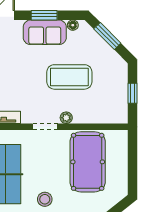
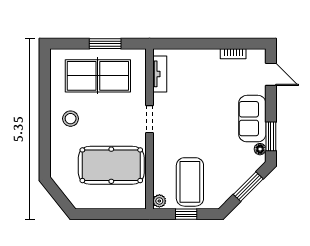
window: (44, 15) -> (271, 136), moved
coffee table: (69, 77) -> (190, 182), moved
plant: (66, 118) -> (159, 201), moved

